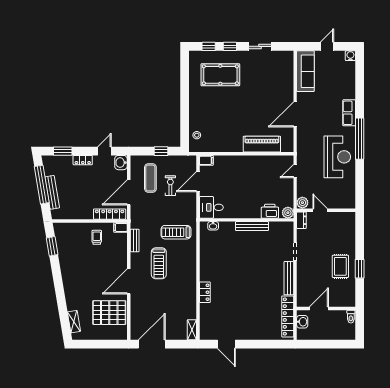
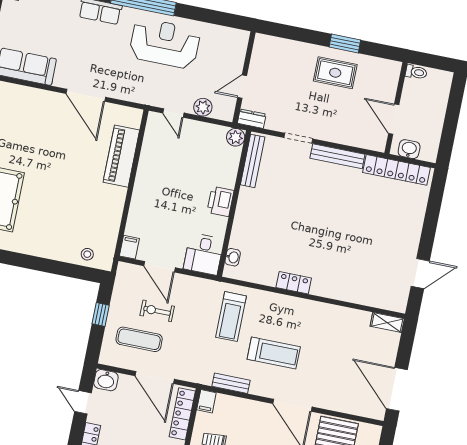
plant: (302, 203) -> (203, 107), moved
printer: (270, 211) -> (220, 201), moved
bench: (252, 226) -> (253, 161), moved
locker: (205, 292) -> (294, 283), moved

